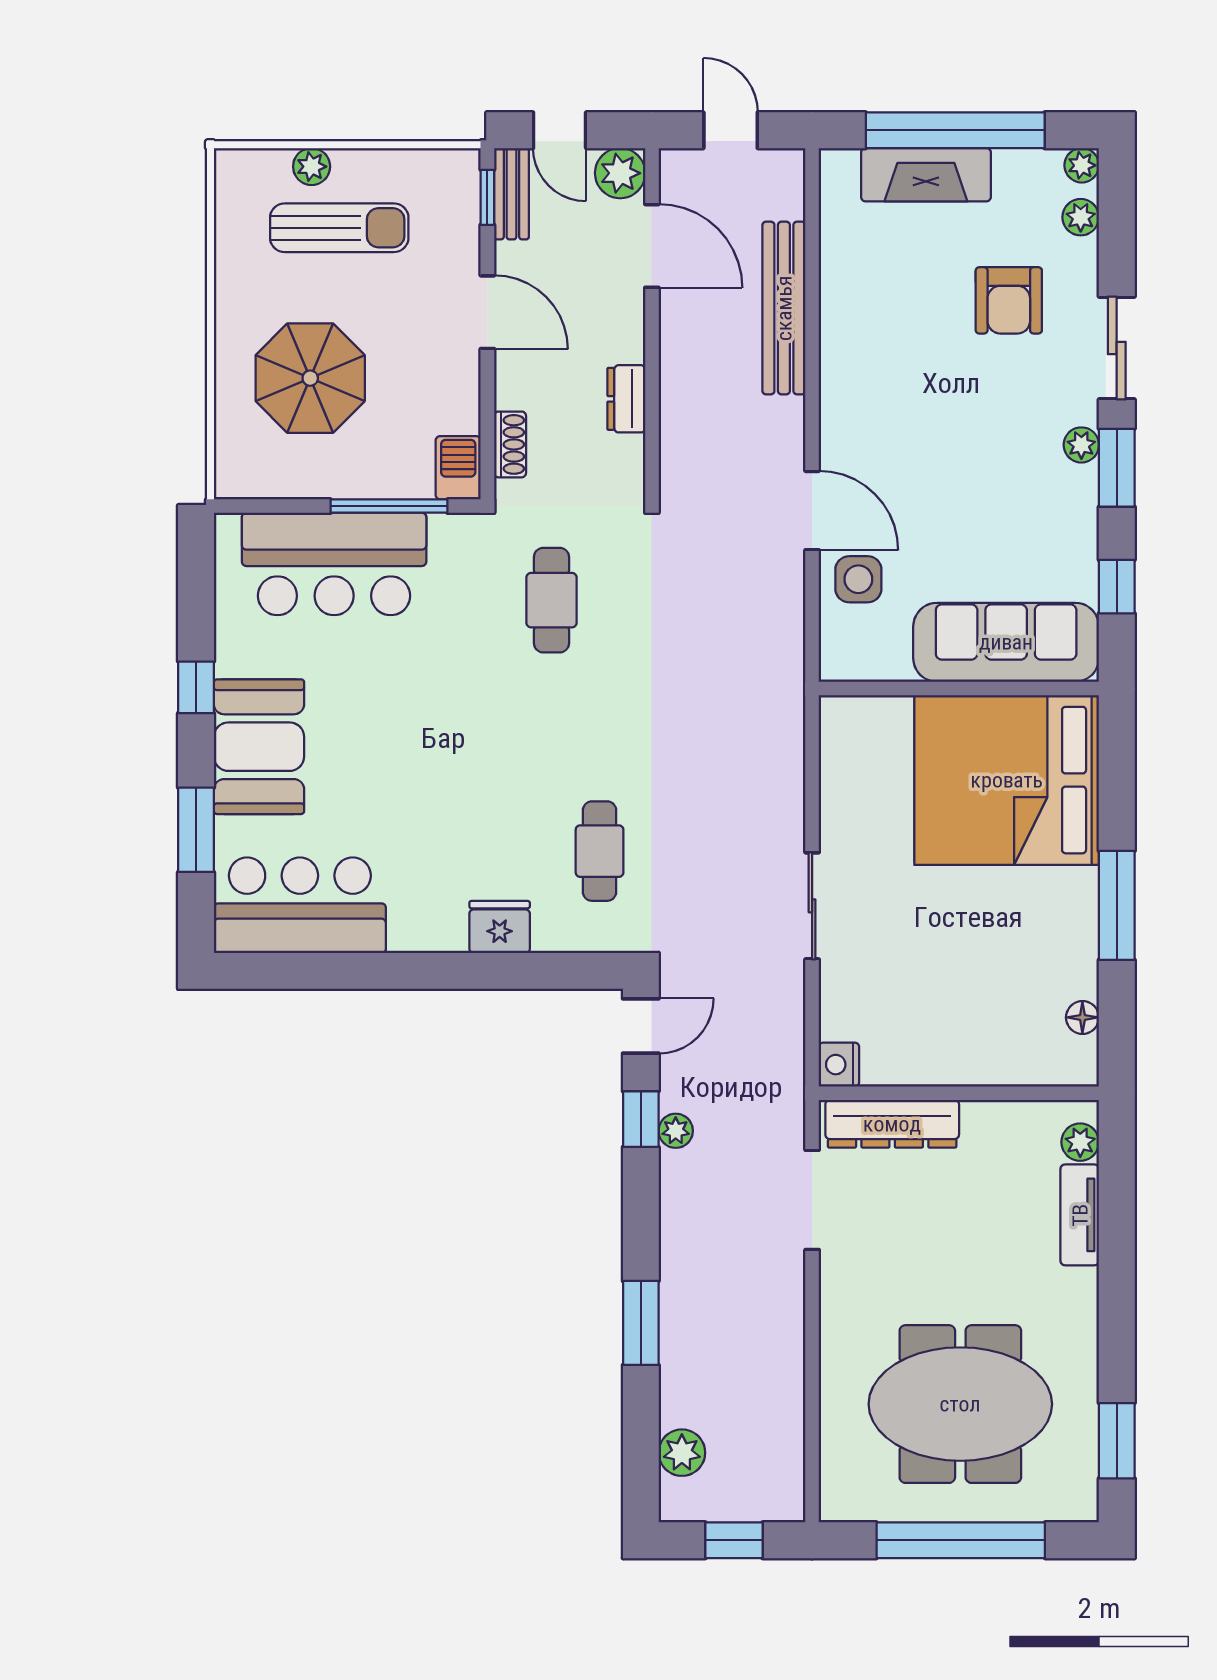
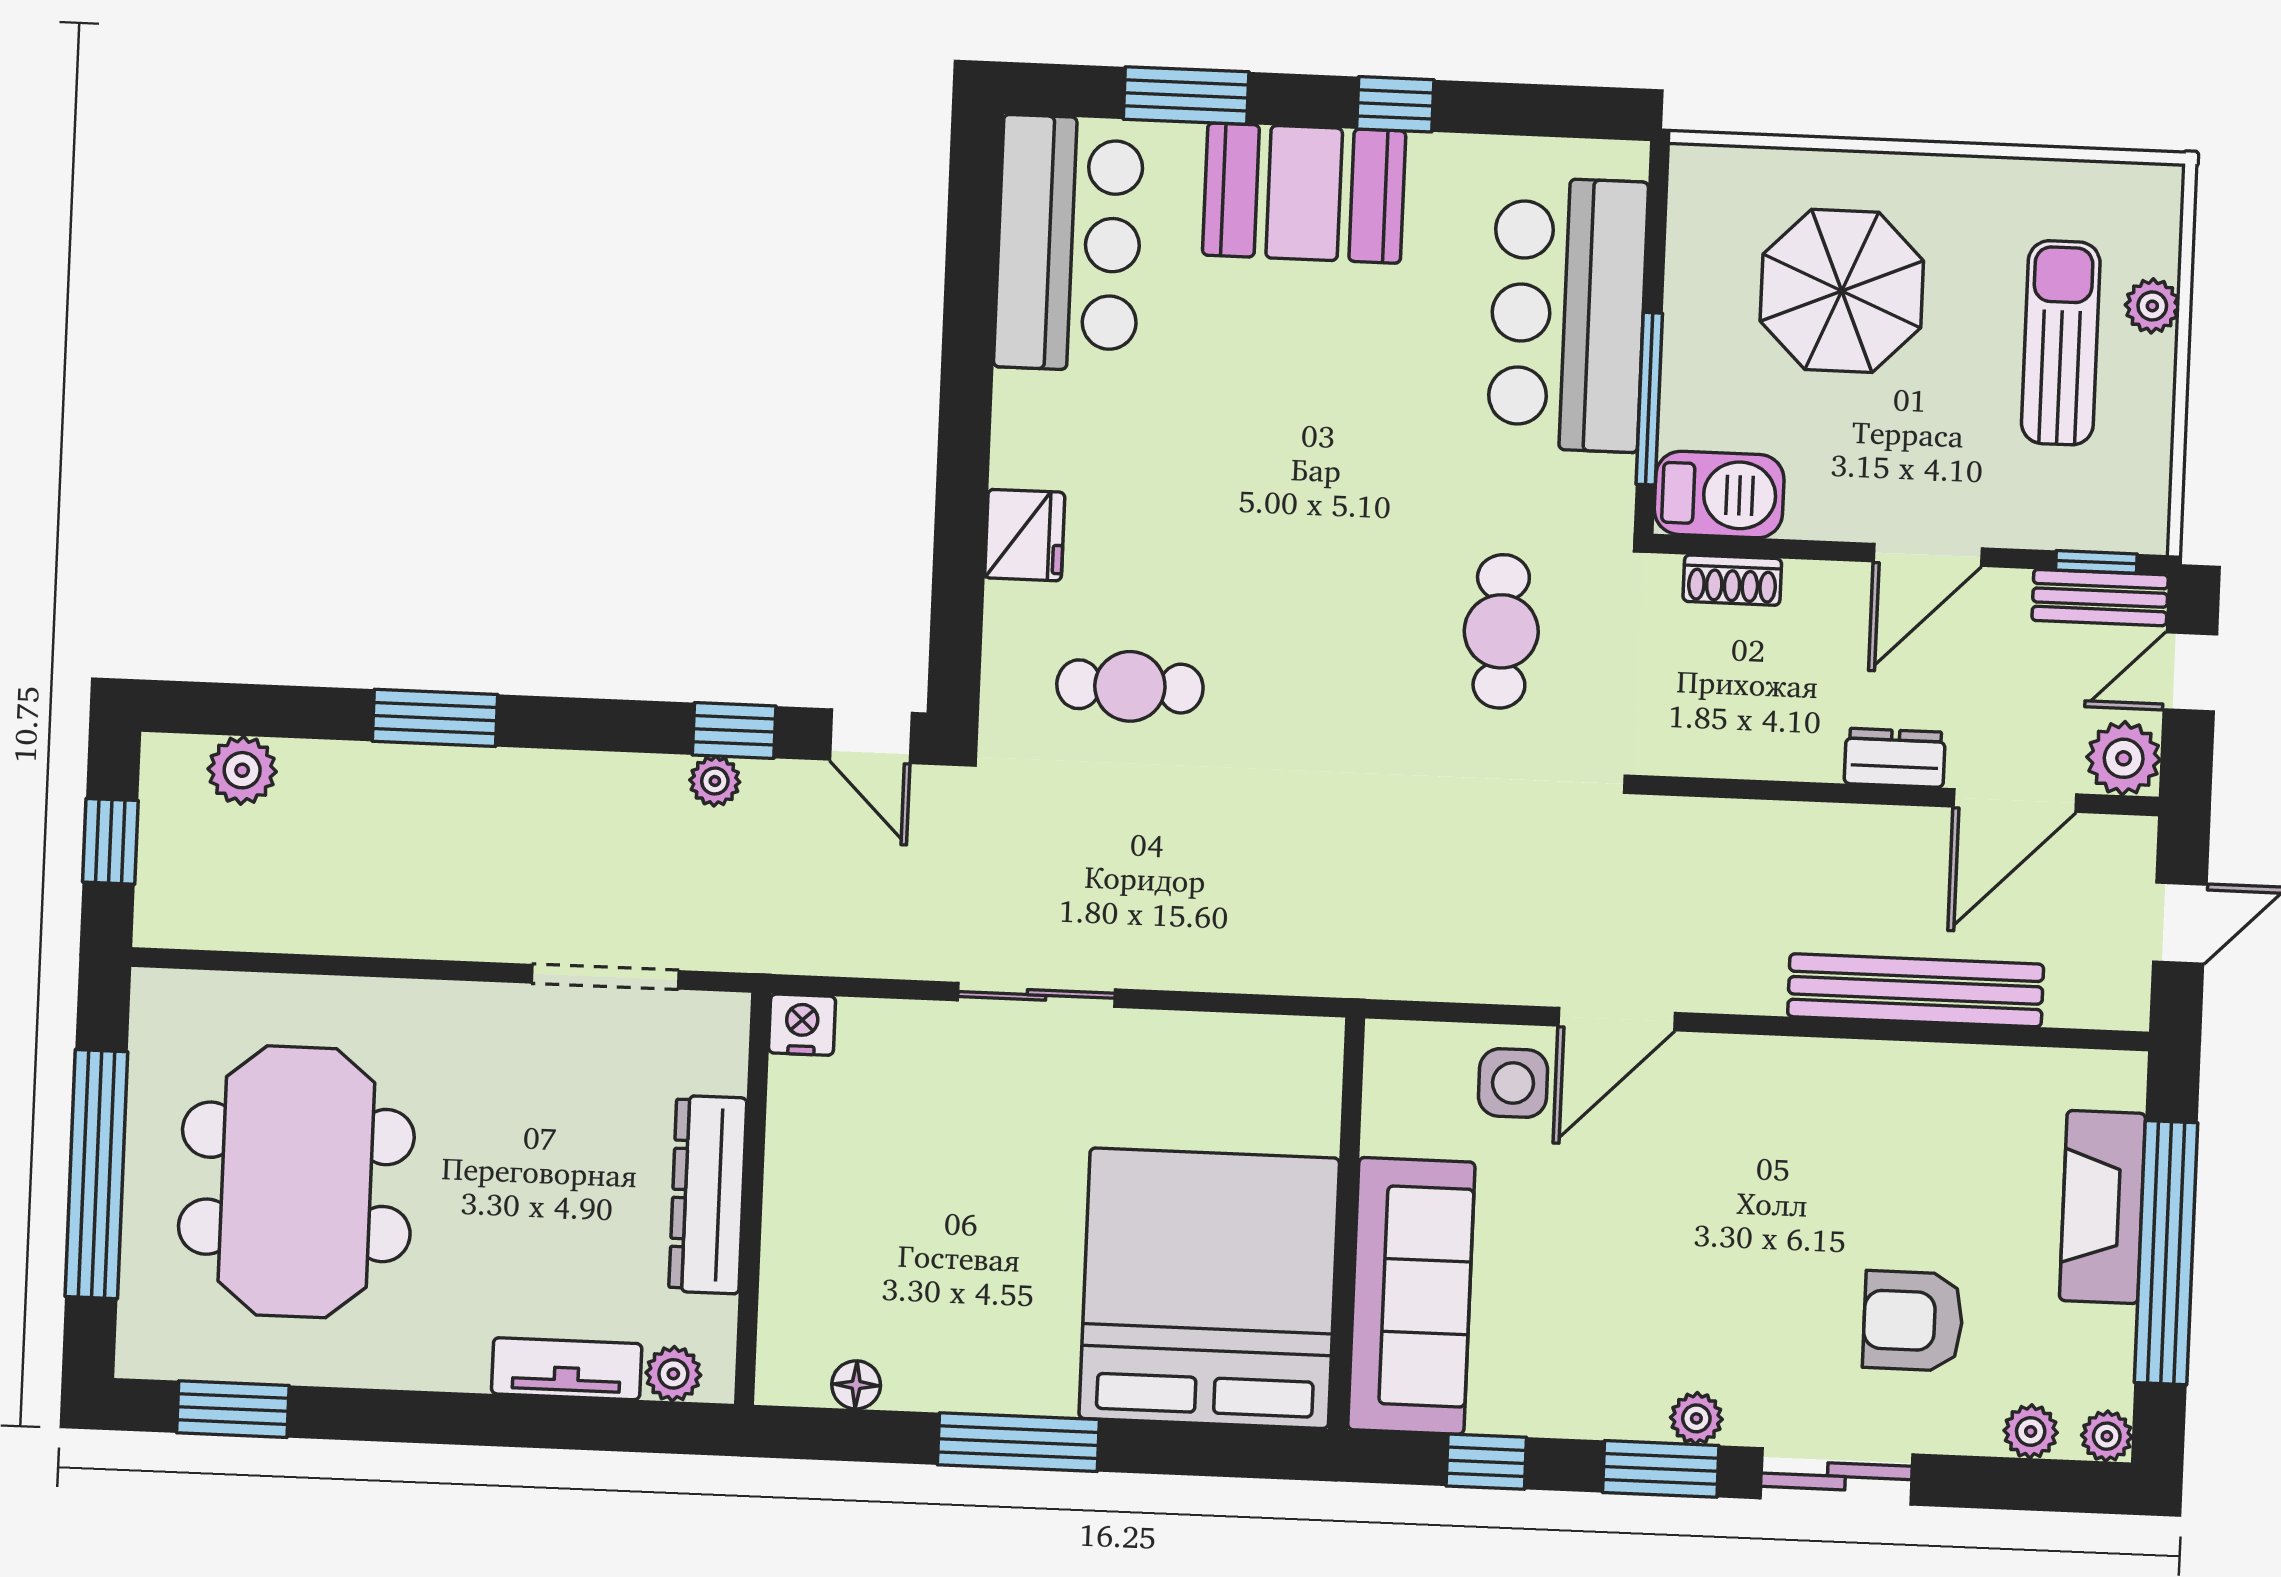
sun lounger: (339, 228) -> (2061, 343), turned 180
dresser: (626, 399) -> (1895, 758), moved
barbecue: (458, 468) -> (1719, 495), width x1.38, depth x1.27
cafe table: (551, 600) -> (1501, 631), turned 90
dresser: (892, 1124) -> (708, 1195), moved

